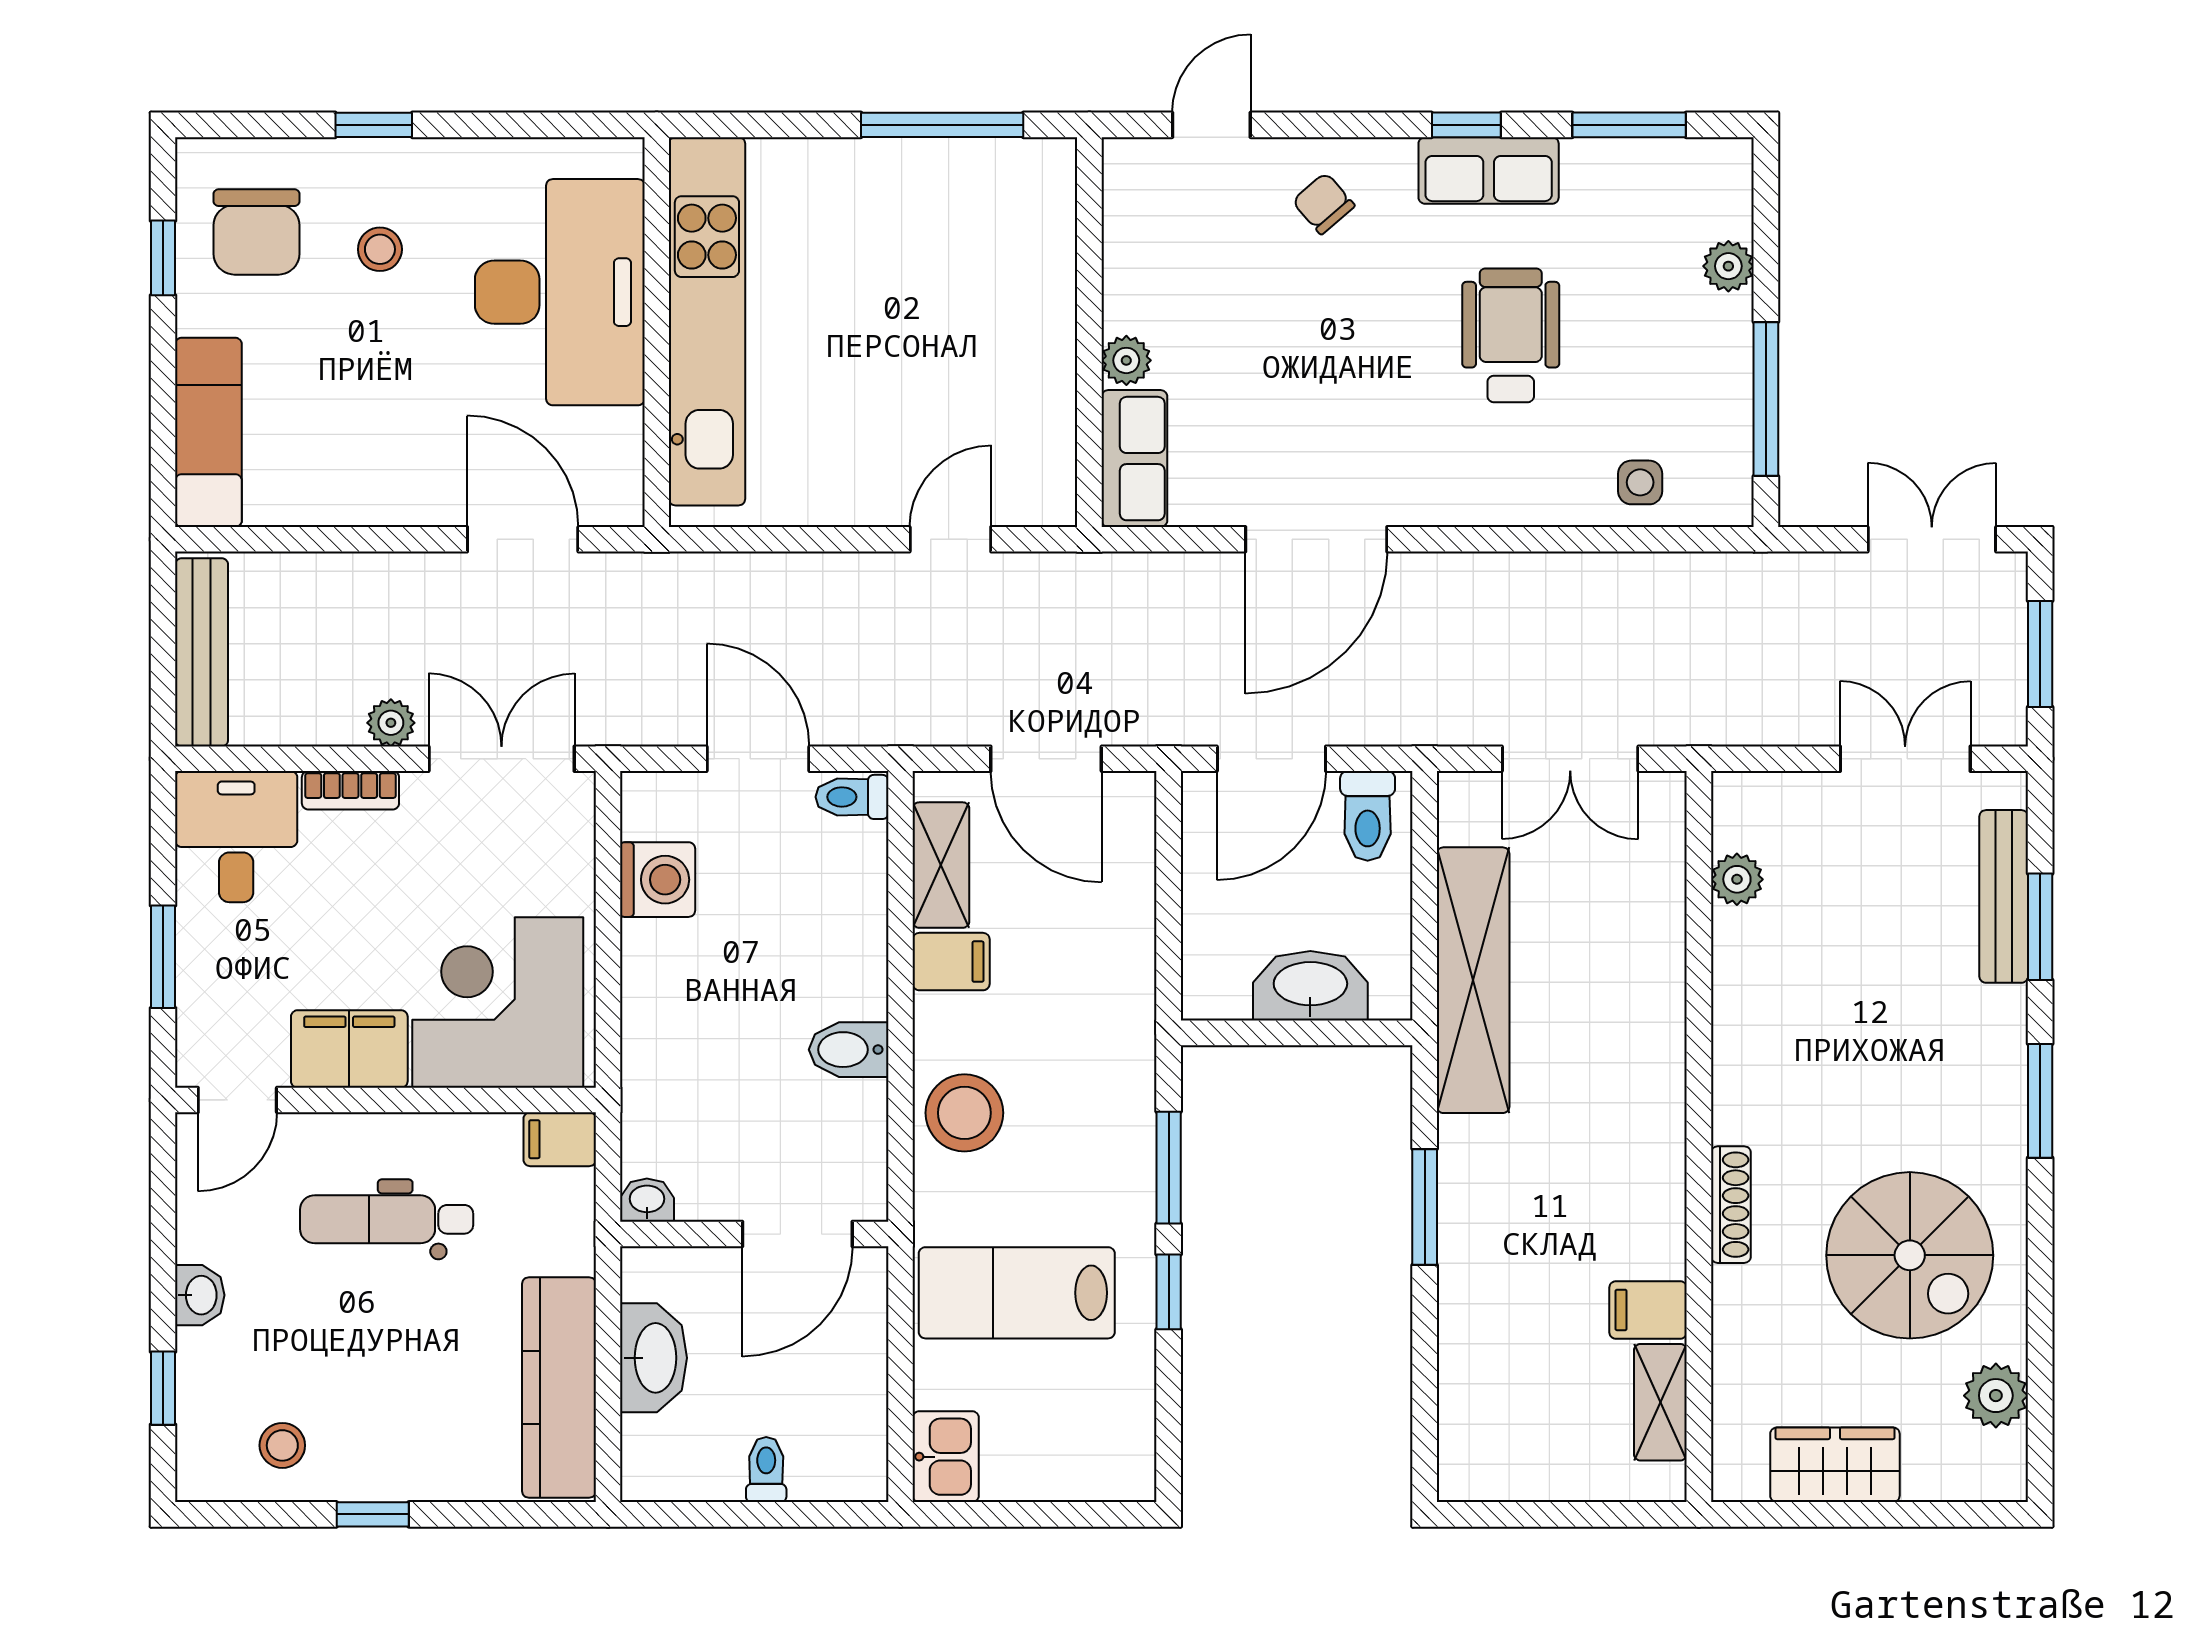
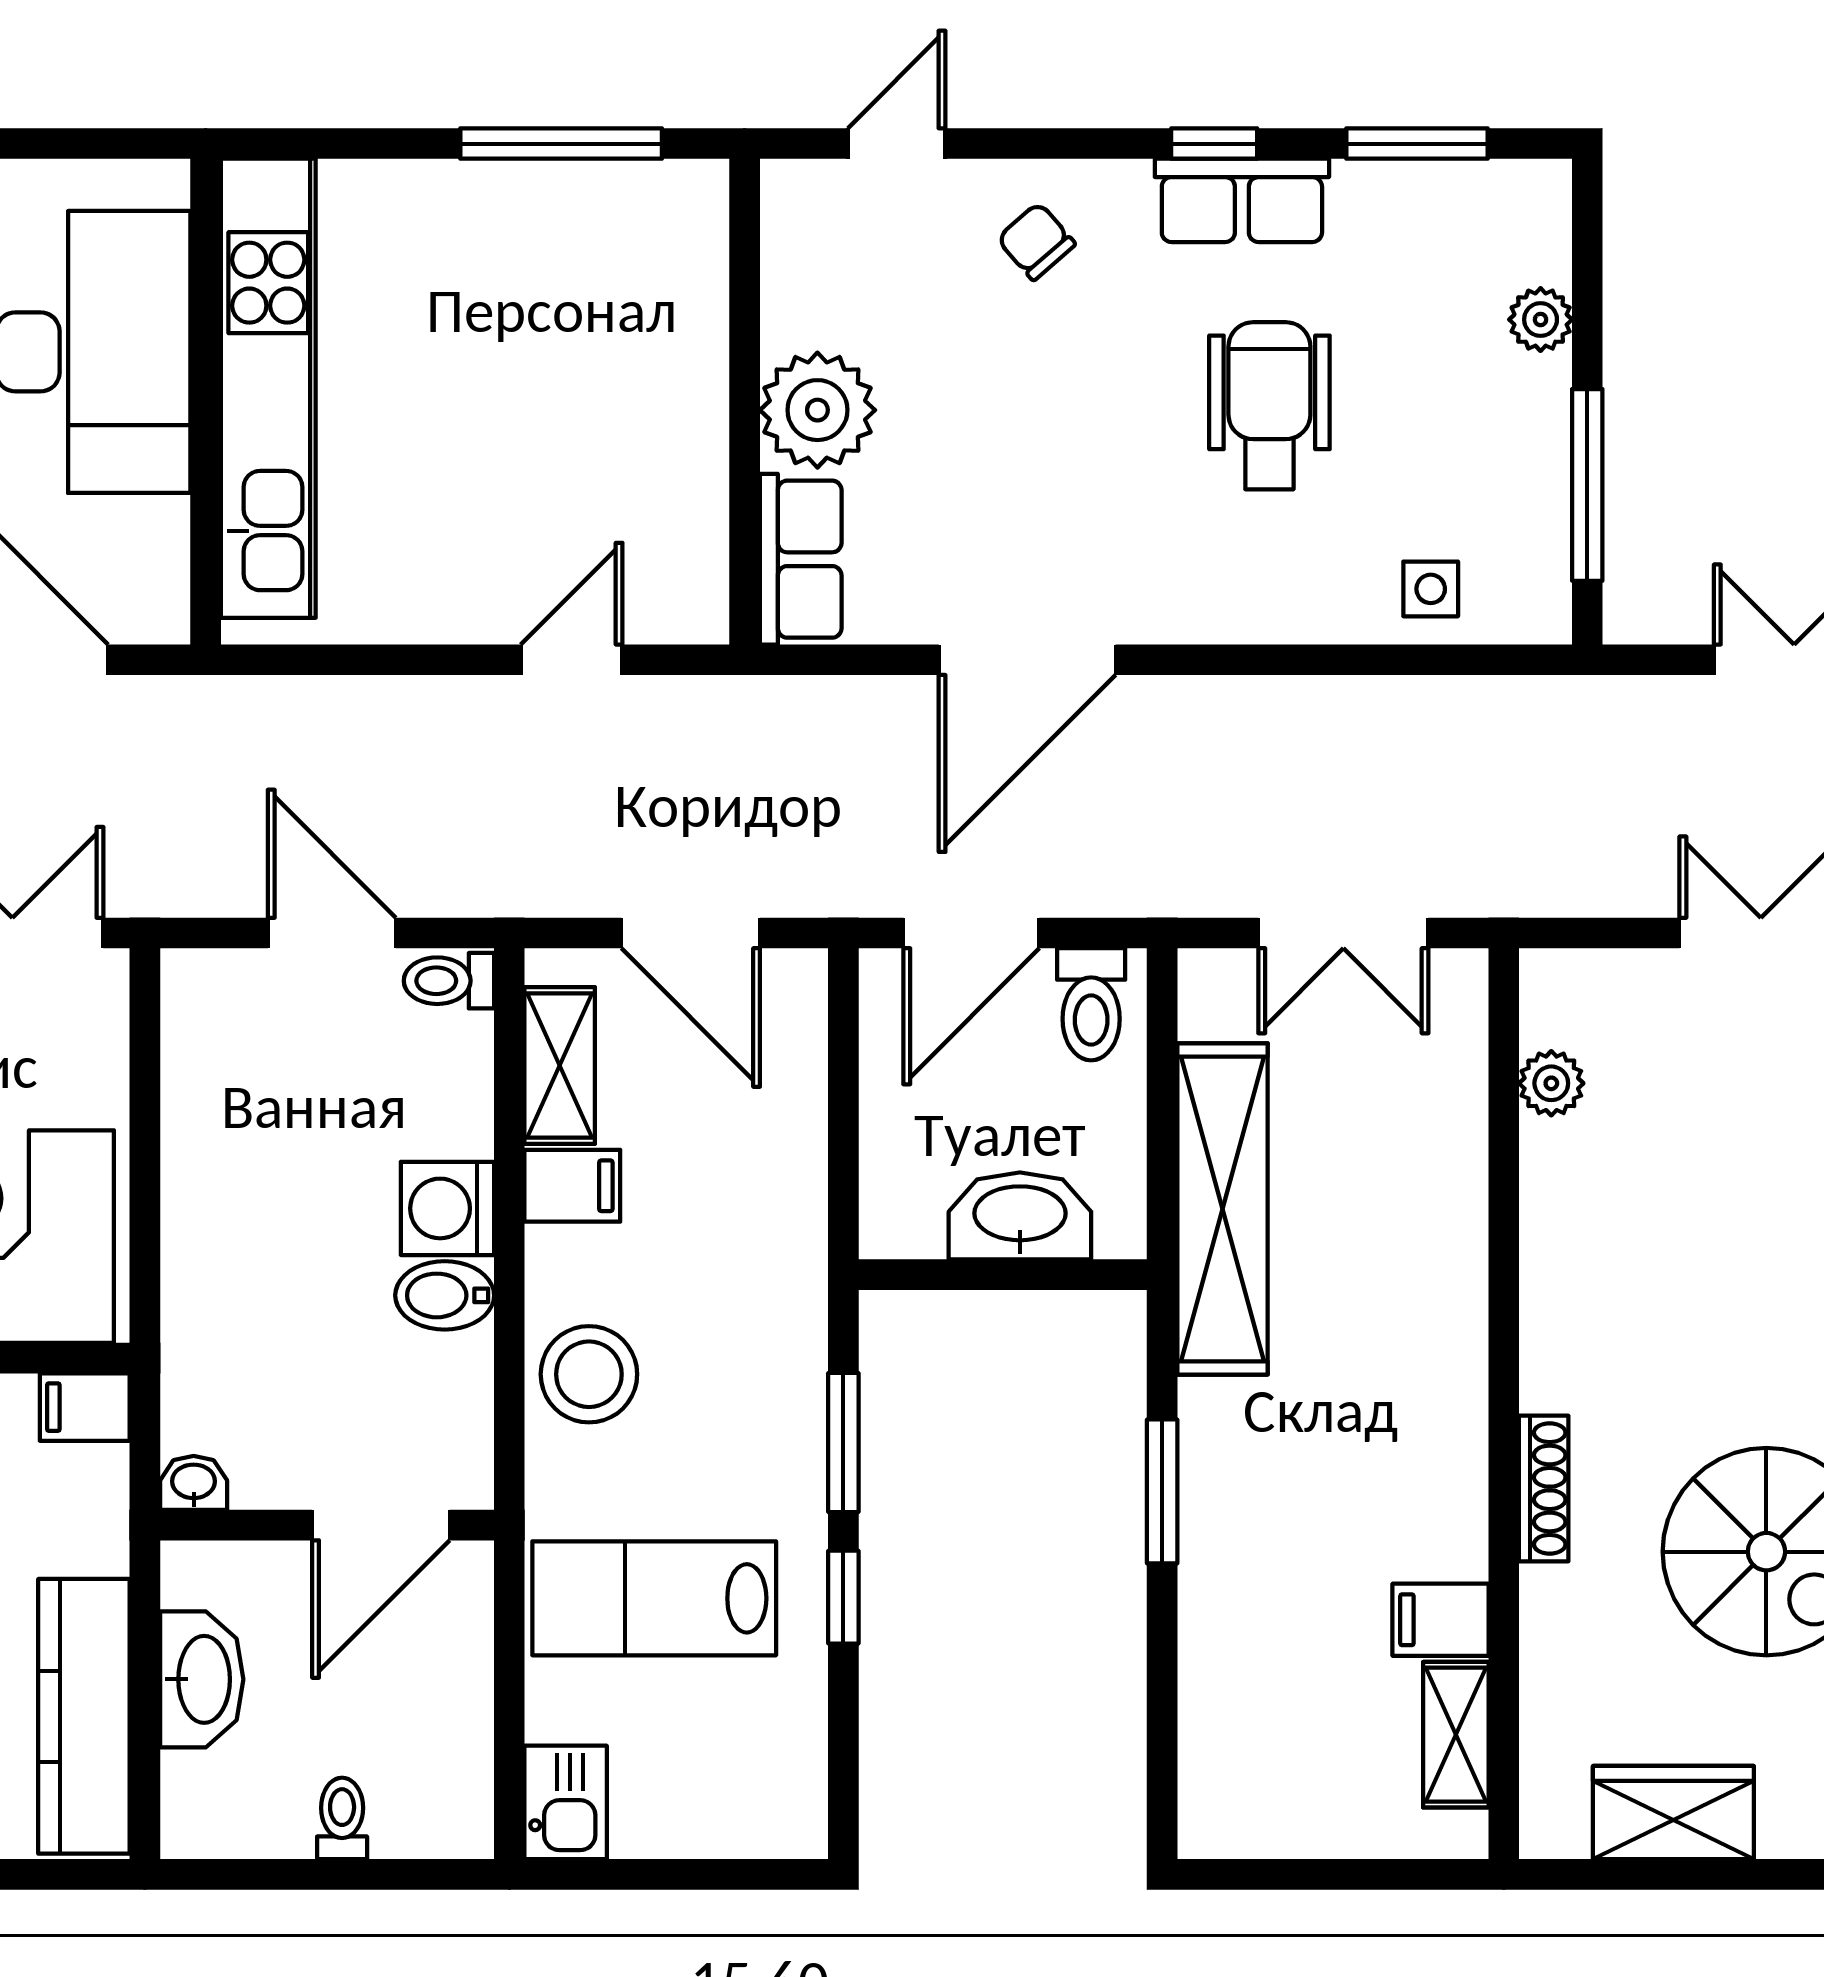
plant: (1126, 360) -> (817, 410), width x1.87, depth x1.87
washing machine: (658, 880) -> (447, 1208), moved, turned 180

